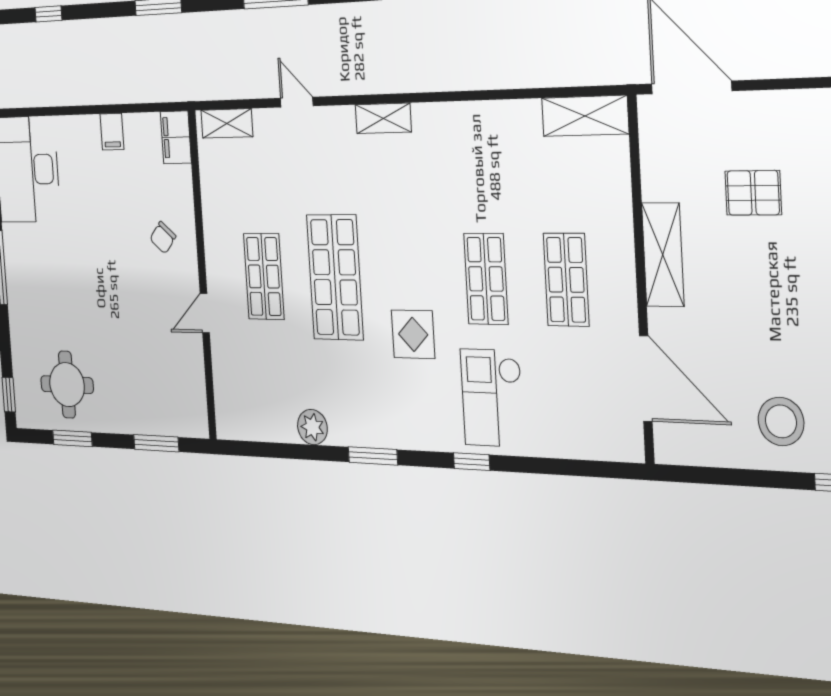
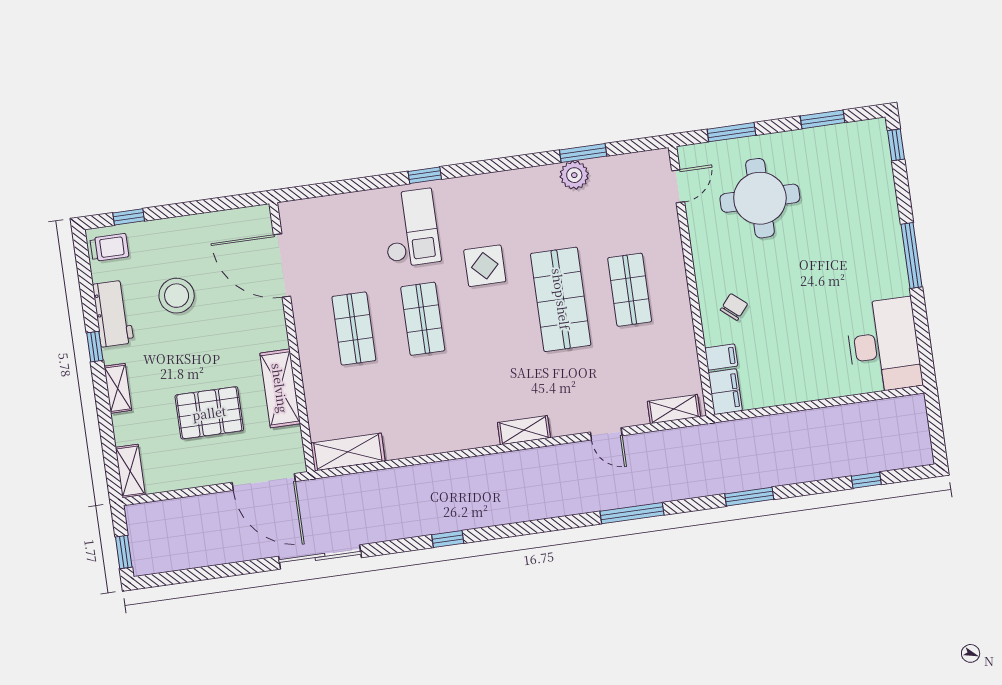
filing cabinet: (112, 132) -> (721, 357), moved, turned 90
pallet: (753, 193) -> (209, 413), width x1.50, depth x1.42
shelving: (663, 255) -> (280, 388), moved
door: (205, 313) -> (678, 186), moved
round table: (67, 385) -> (760, 198), moved, width x1.36, depth x1.36
stool: (781, 421) -> (177, 296), moved
window: (373, 456) -> (583, 153), moved

